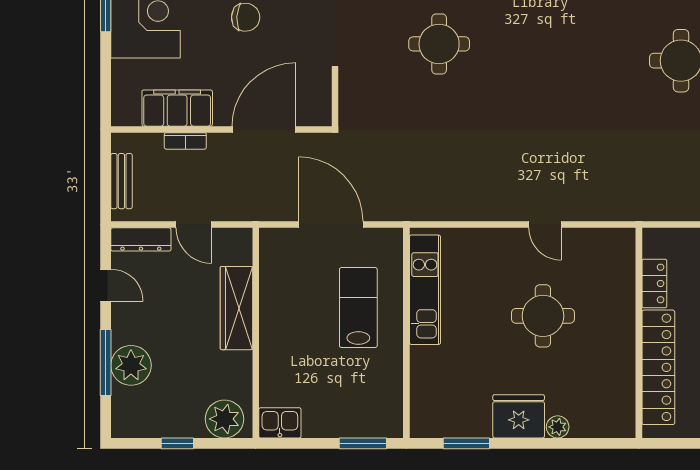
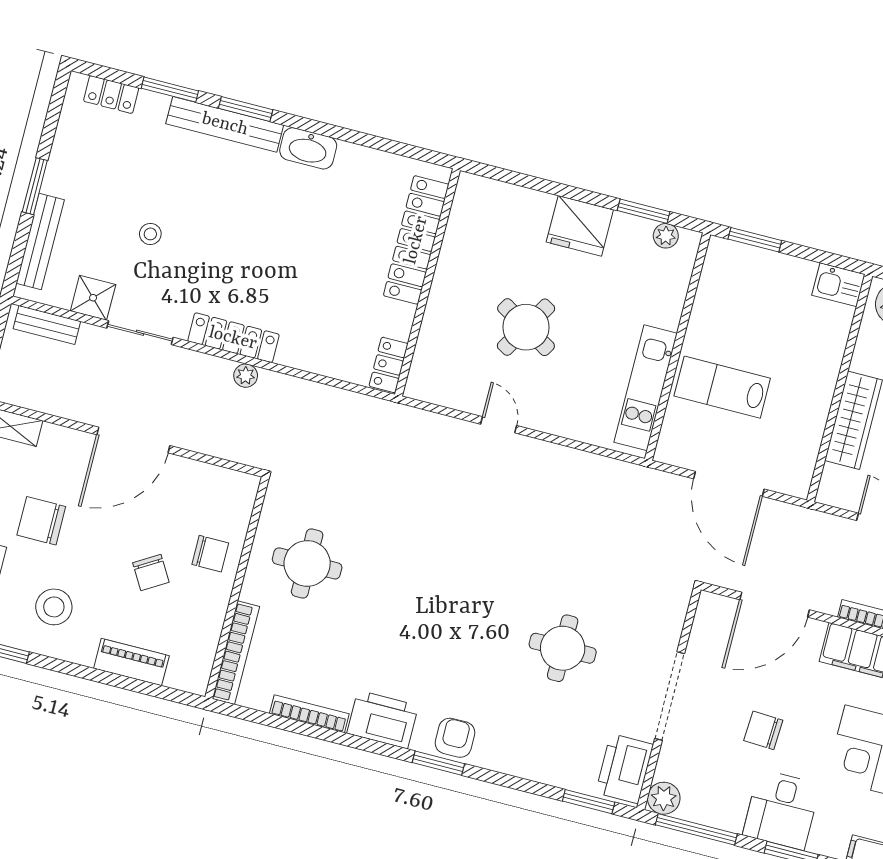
locker: (654, 283) -> (389, 365), moved
lab bench: (358, 308) -> (722, 387), turned 90
round table: (543, 316) -> (526, 327), turned 31
plant: (558, 427) -> (666, 236), moved

